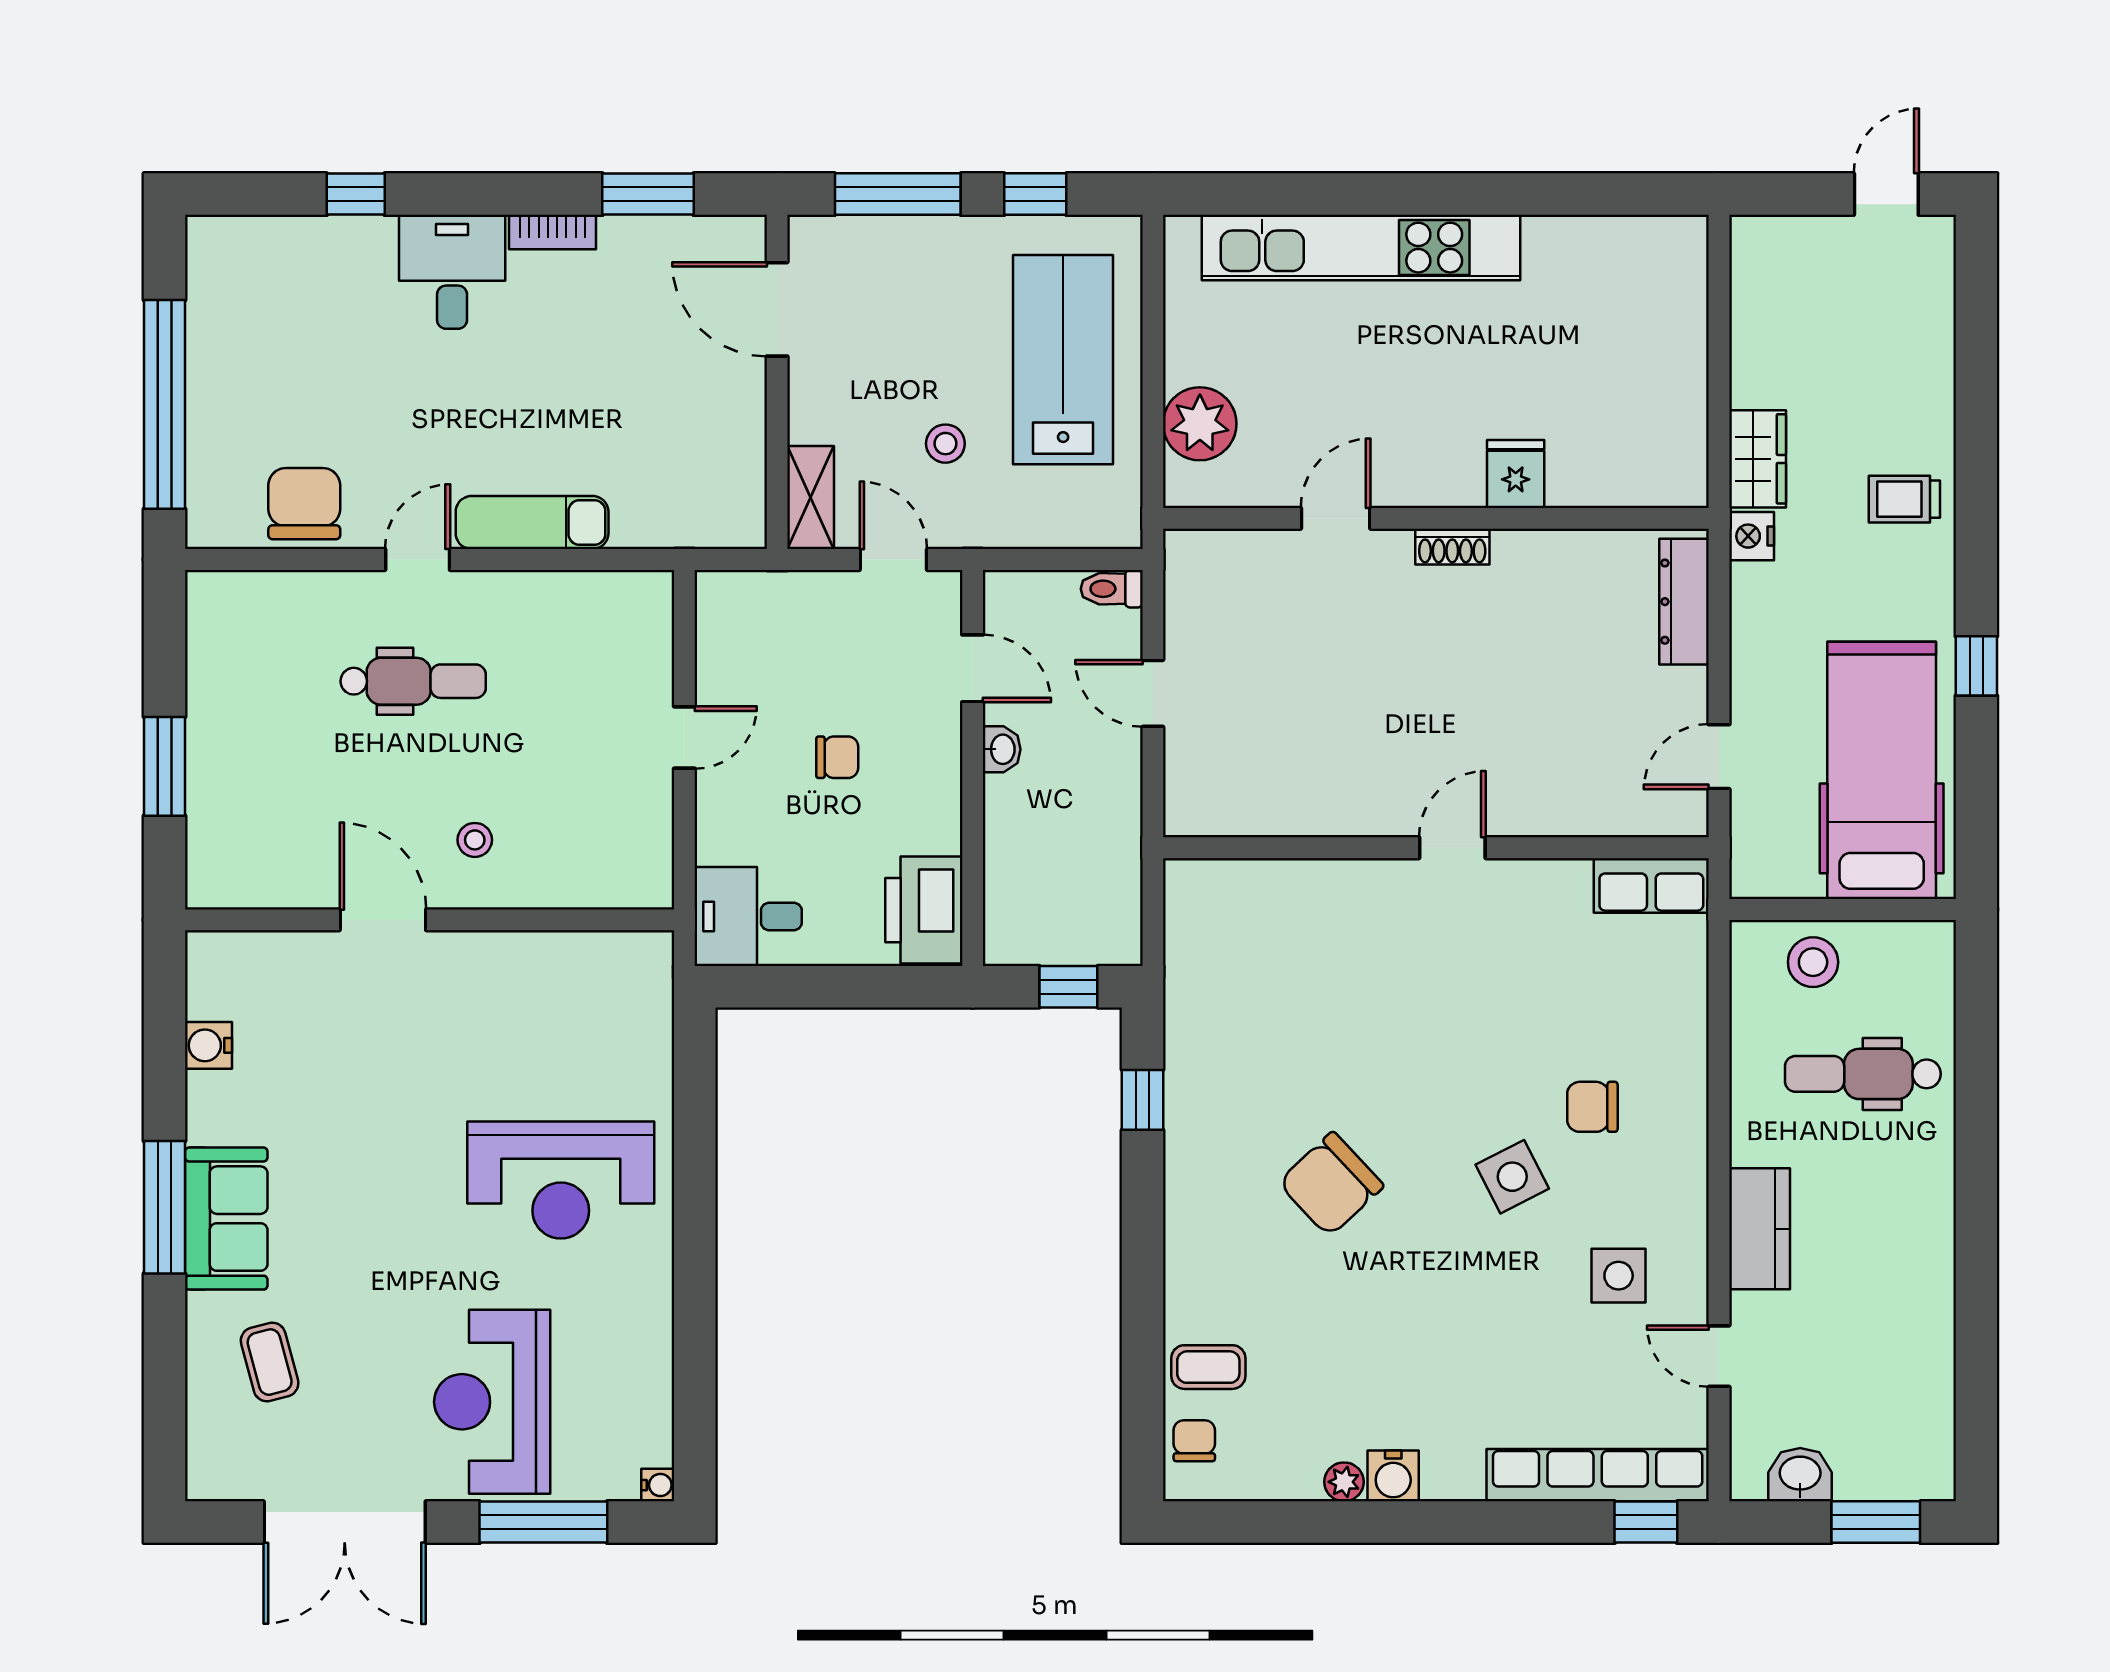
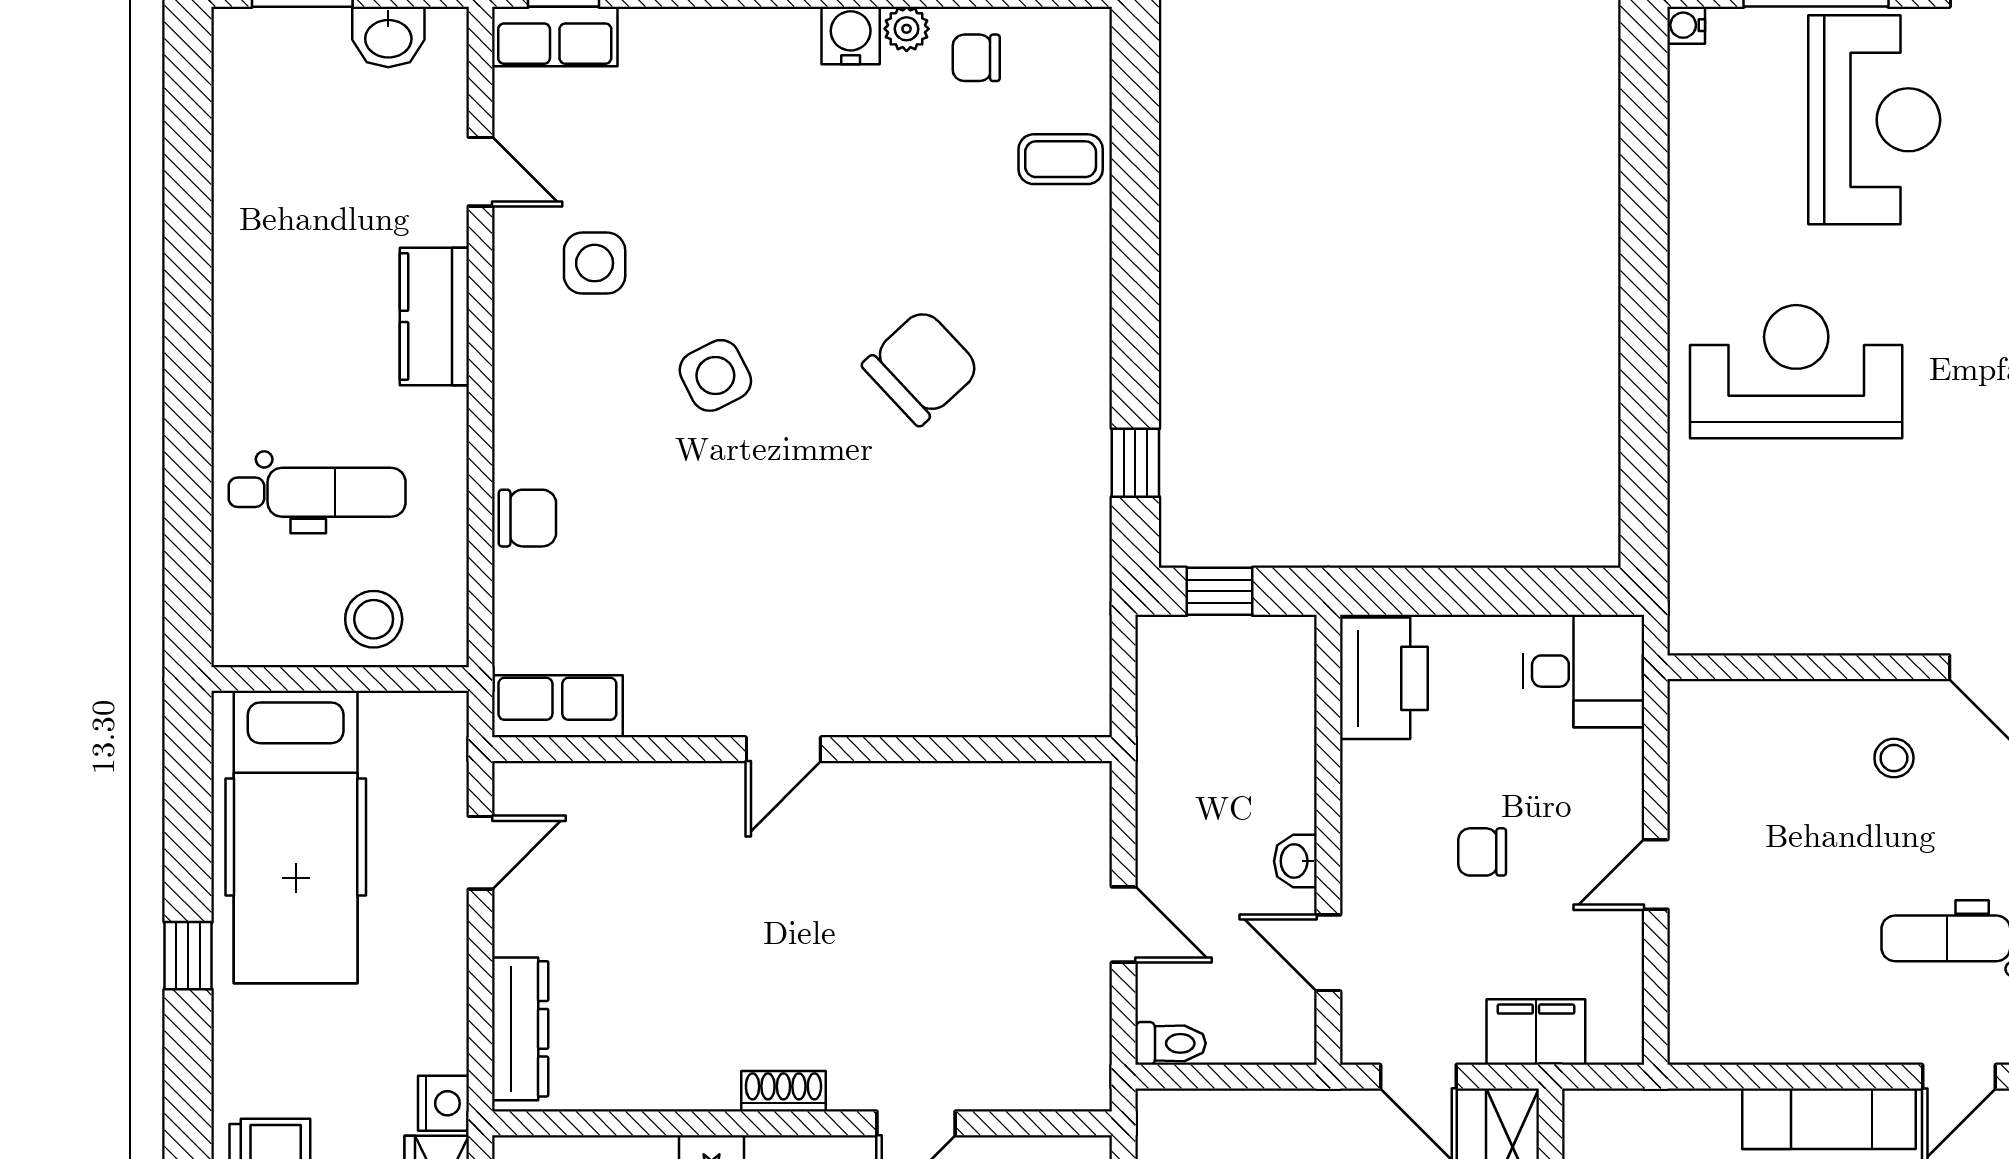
filing cabinet: (790, 599) -> (1536, 1032), added
chair: (1592, 1107) -> (527, 518), moved
chair: (1194, 1441) -> (976, 58), moved, turned 90
row of seats: (1598, 1475) -> (555, 36), width x0.50

